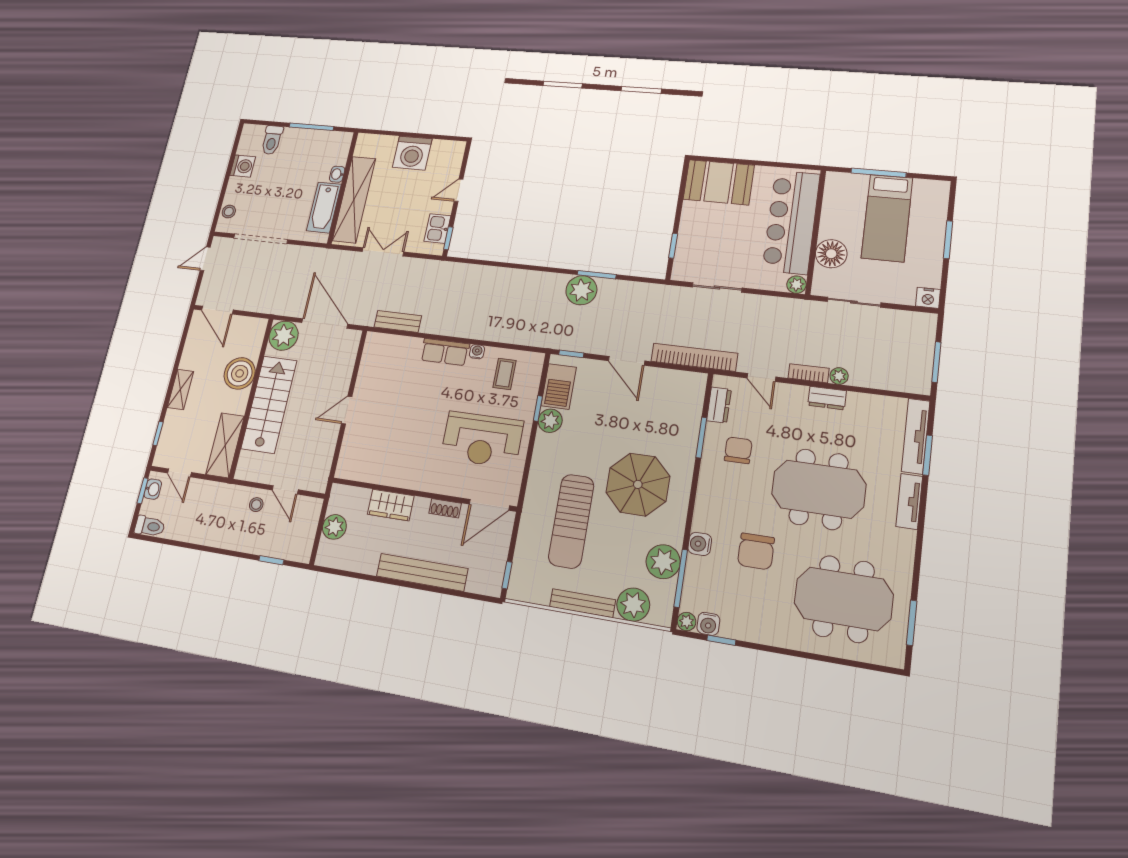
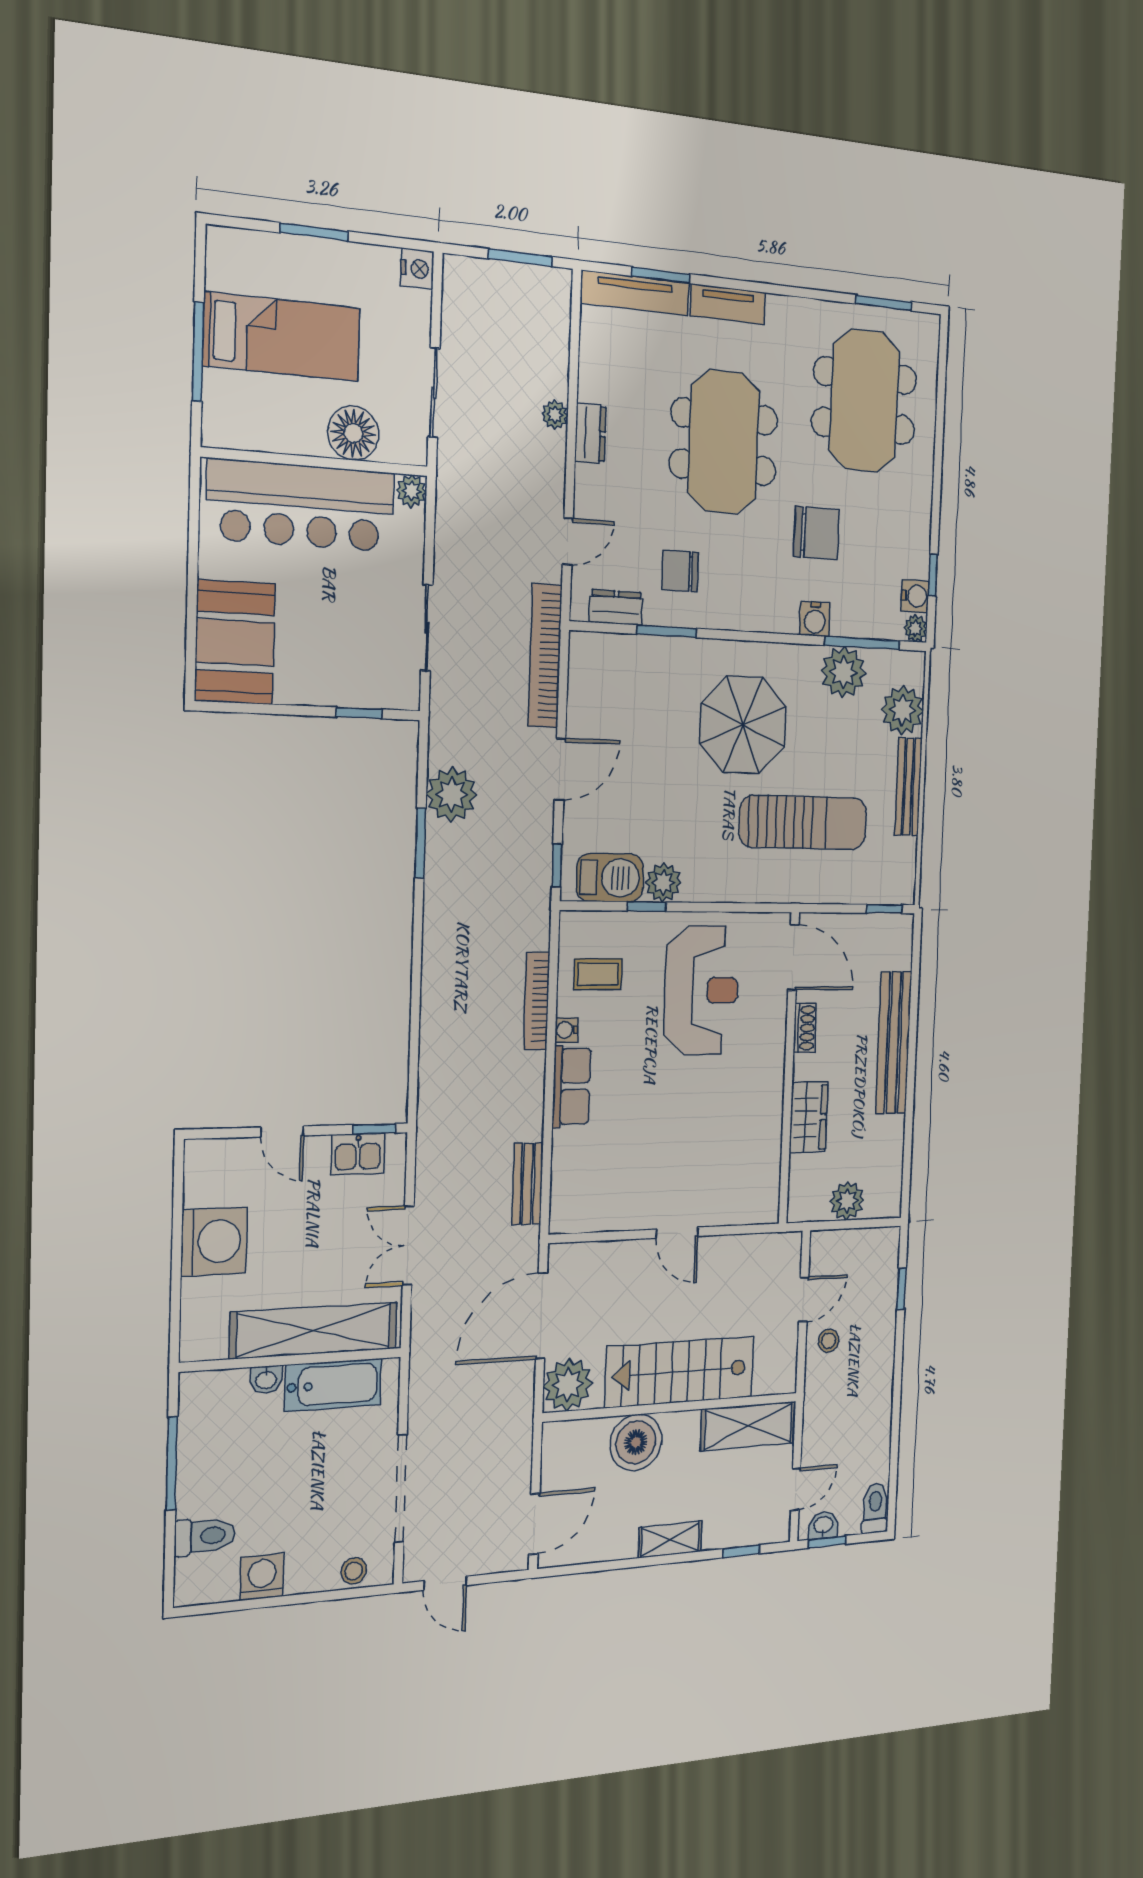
plant: (581, 290) -> (452, 794), moved
bookcase: (808, 373) -> (537, 1001), moved, width x1.56

